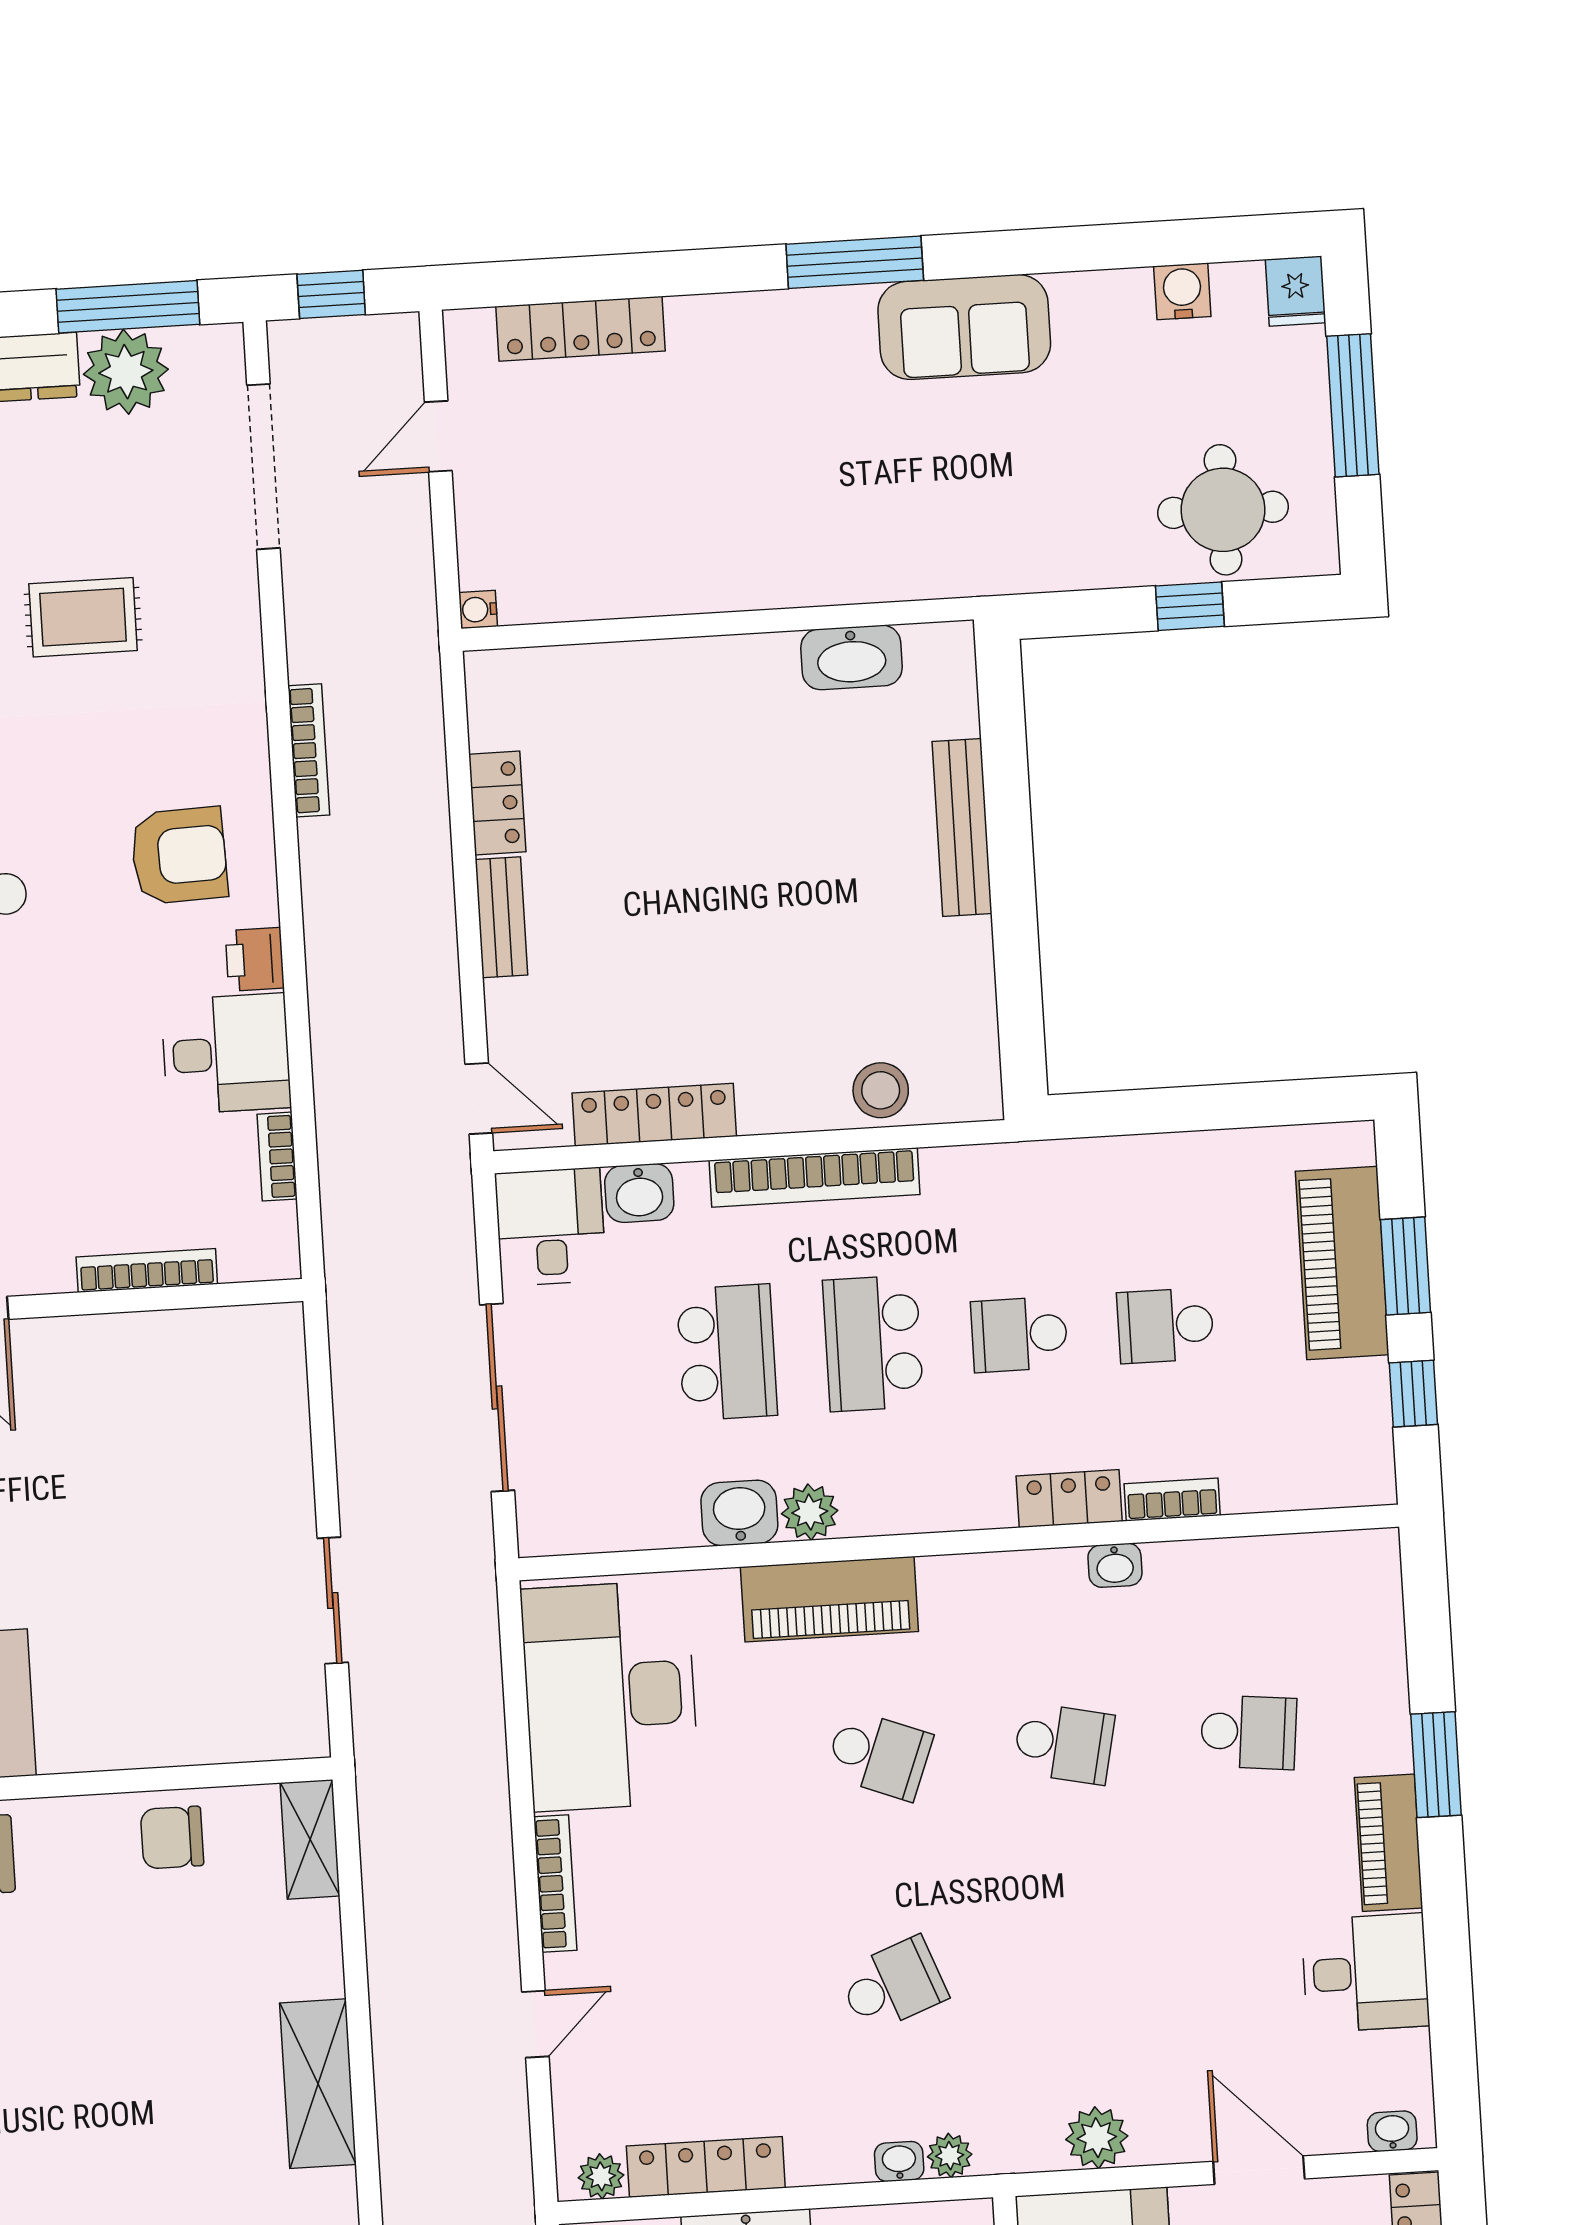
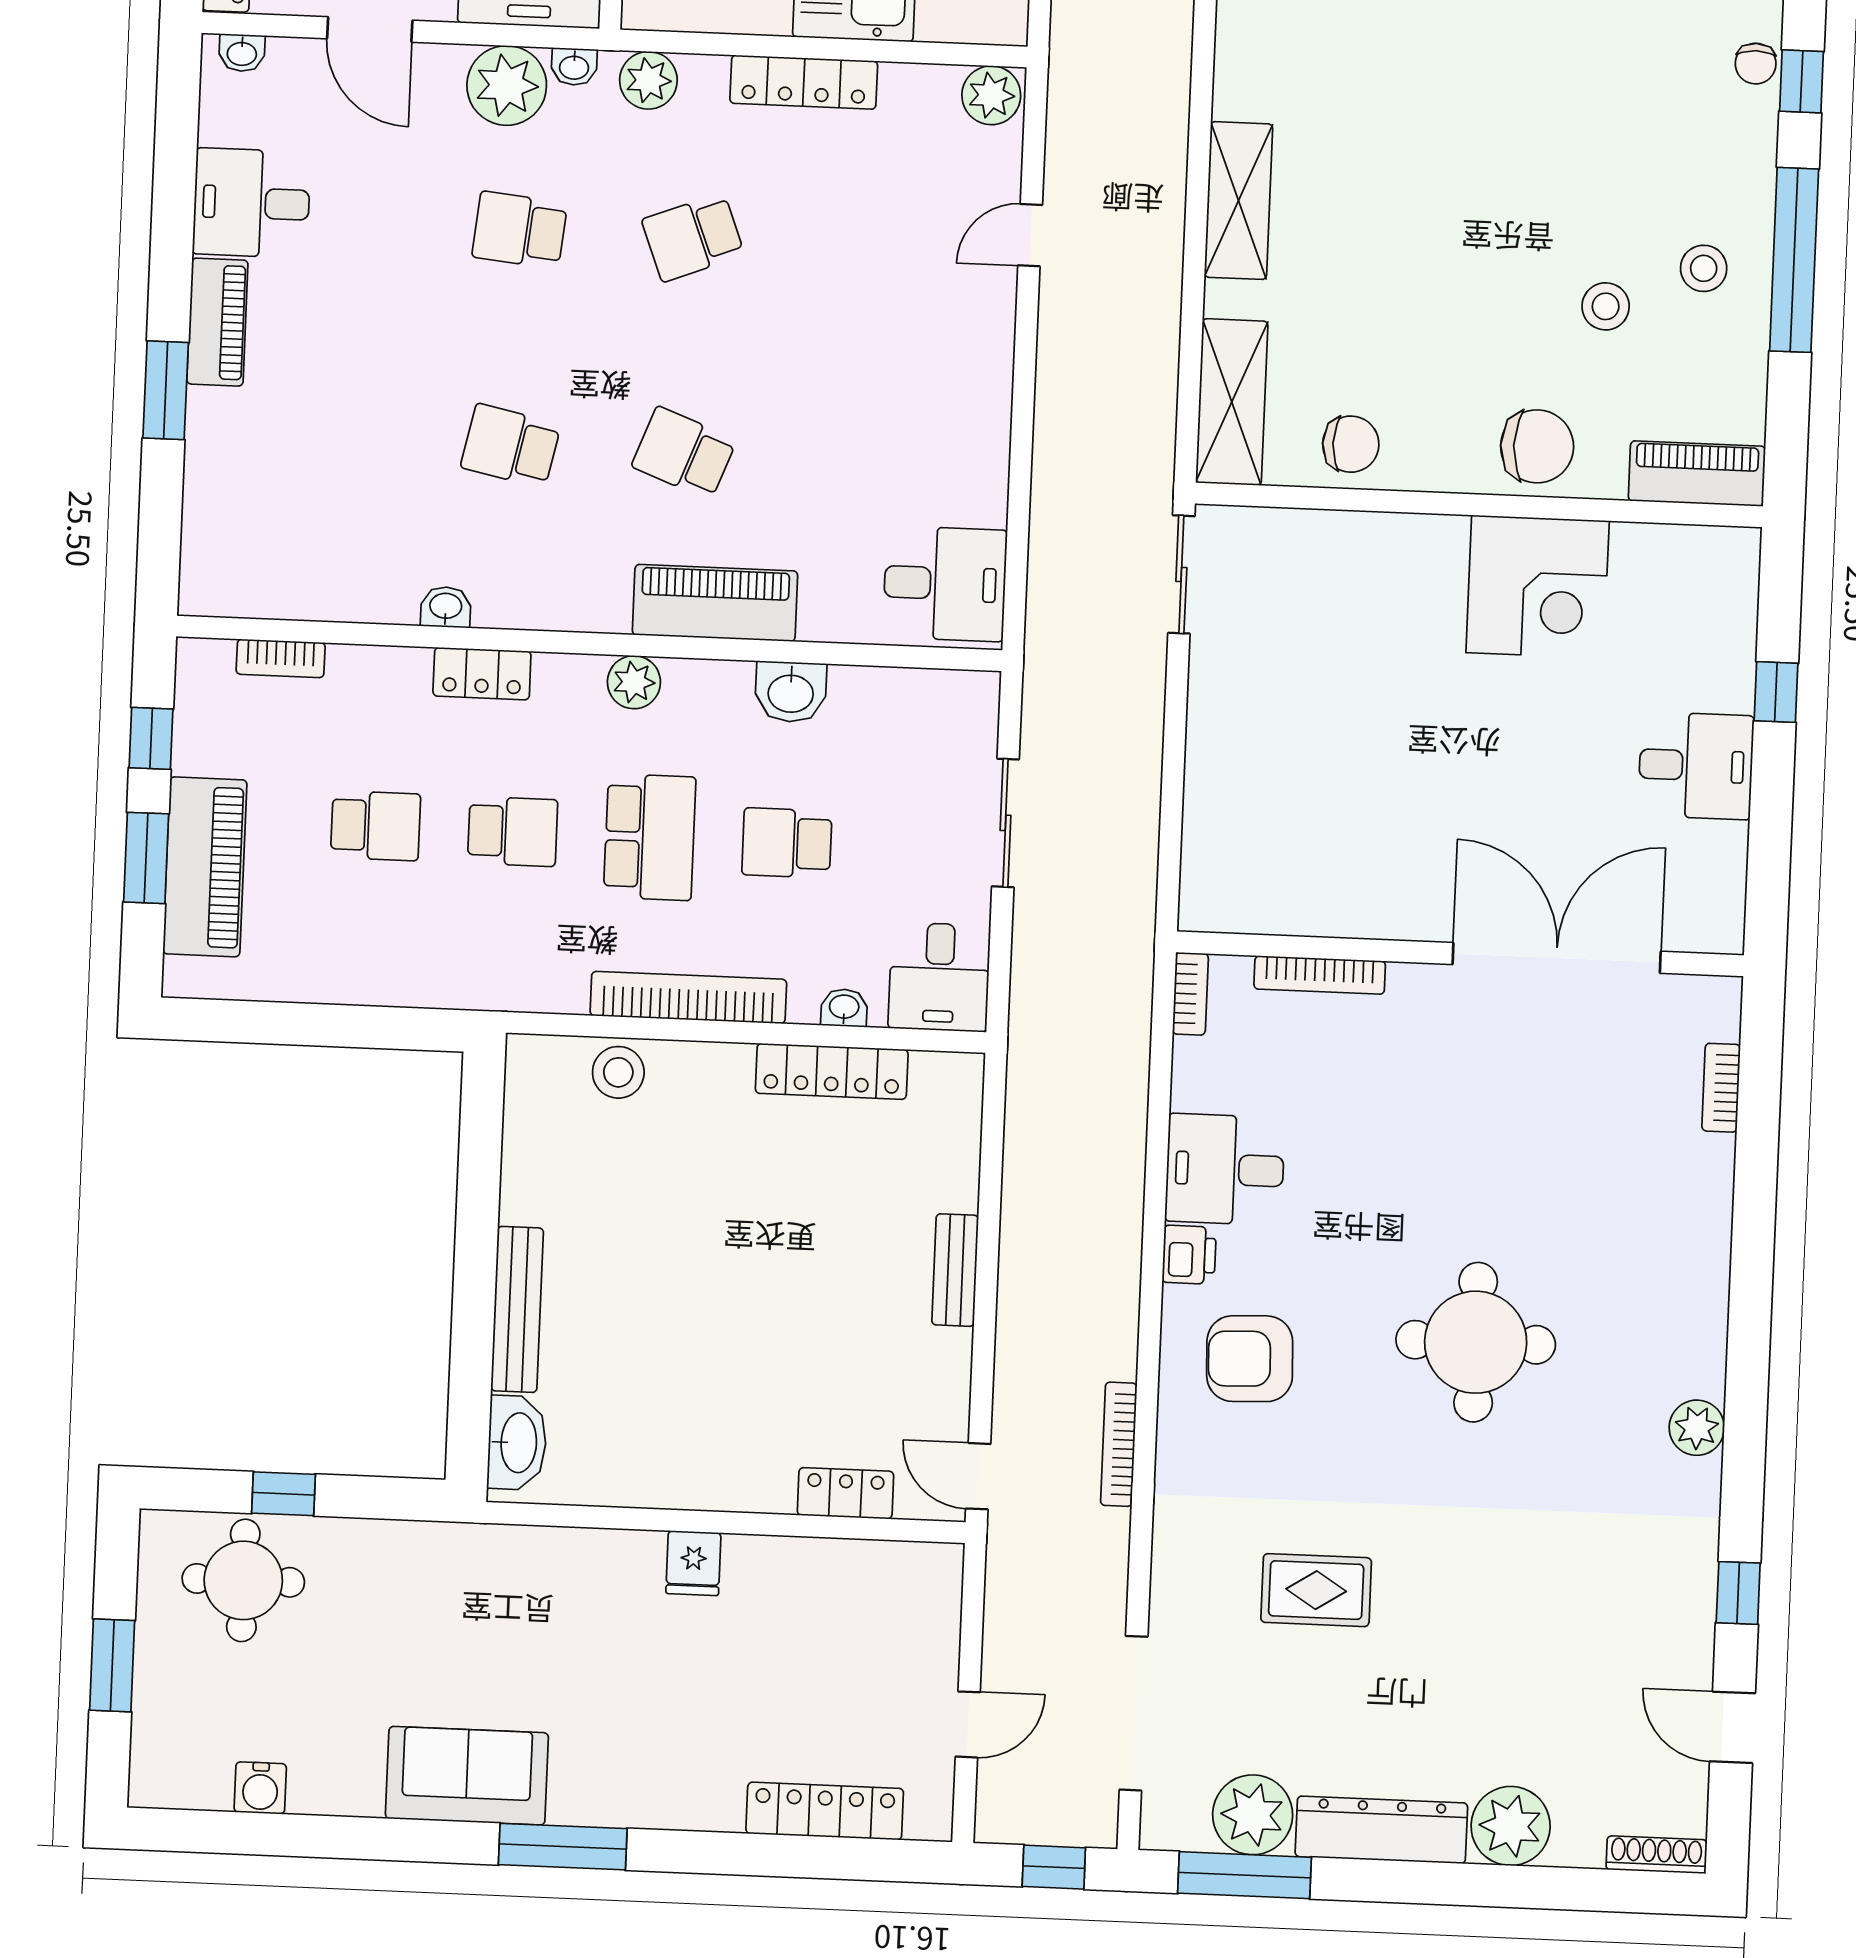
fridge: (1296, 291) -> (693, 1563), moved, turned 180
window: (1353, 405) -> (112, 1665), width x0.69
water cooler: (478, 609) -> (947, 1559), removed
washbasin: (851, 657) -> (517, 1443), moved, turned 90
locker: (497, 803) -> (845, 1493), moved, turned 90
door: (479, 1098) -> (978, 1476), moved
bookcase: (277, 1157) -> (1190, 994), moved
washbasin: (639, 1193) -> (844, 1008), width x0.72, depth x0.69
school desk: (727, 1352) -> (787, 843), width x0.54
sliding door: (497, 1397) -> (1005, 823), width x0.73
bookcase: (1172, 1500) -> (281, 658), moved
plant: (810, 1512) -> (634, 682), moved
sliding door: (333, 1600) -> (1181, 574), moved
desk: (610, 1696) -> (945, 584), width x0.53, depth x0.77
school desk: (1249, 1732) -> (520, 230), moved
shelving: (310, 1839) -> (1232, 402), width x1.50, depth x1.33
bookcase: (555, 1884) -> (998, 364), removed
plant: (1097, 2138) -> (507, 85), width x1.36, depth x1.36
plant: (950, 2156) -> (648, 80), width x1.38, depth x1.38
washbasin: (899, 2161) -> (574, 67), moved
locker: (706, 2167) -> (804, 82), moved
plant: (601, 2176) -> (991, 95), width x1.38, depth x1.38

